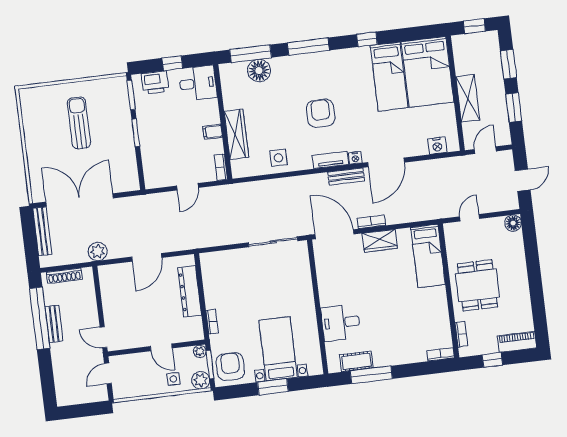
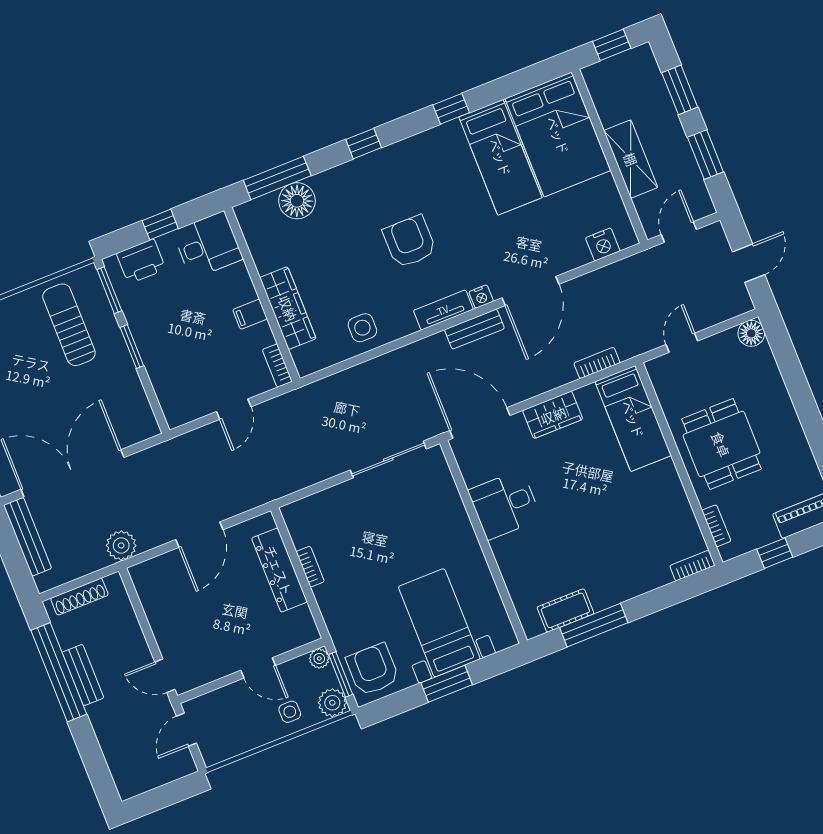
window: (308, 47) -> (364, 144), width x0.46
sun lounger: (79, 123) -> (69, 325), moved
bookcase: (371, 222) -> (597, 363), moved
bookcase: (212, 322) -> (310, 567), moved
desk: (341, 323) -> (505, 505), moved

